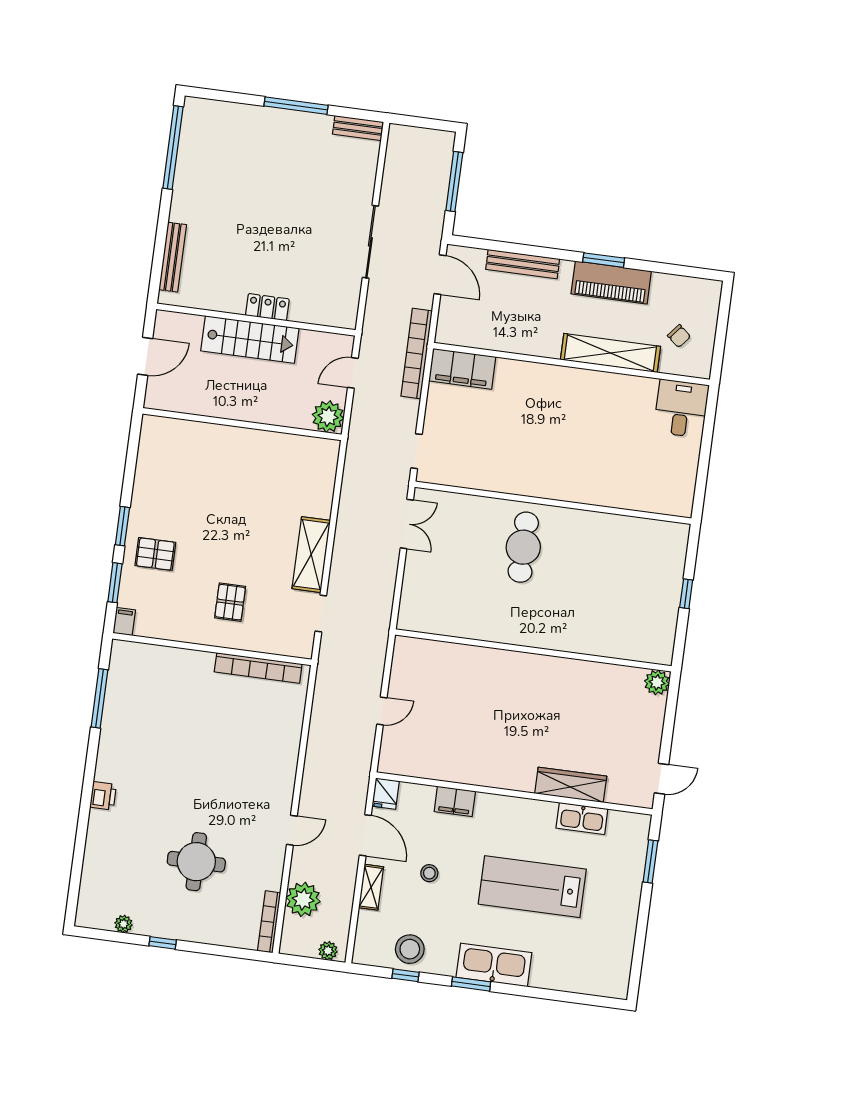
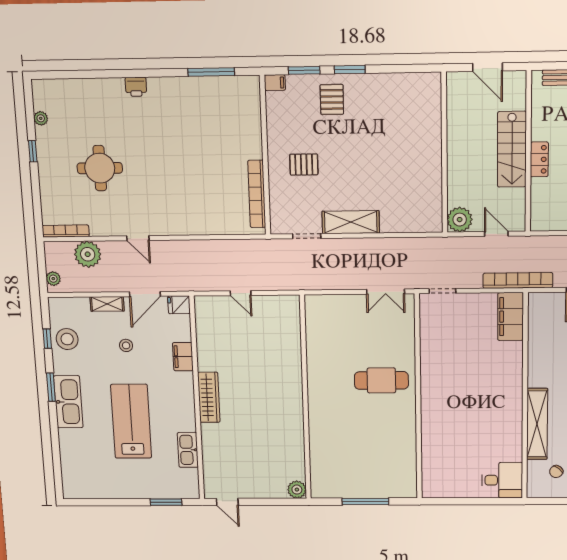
window: (686, 594) -> (365, 502), width x2.17
wardrobe: (571, 785) -> (209, 397), moved

